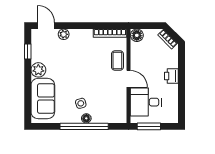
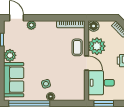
plant: (141, 59) -> (97, 46), added
window: (84, 126) -> (29, 103), moved

